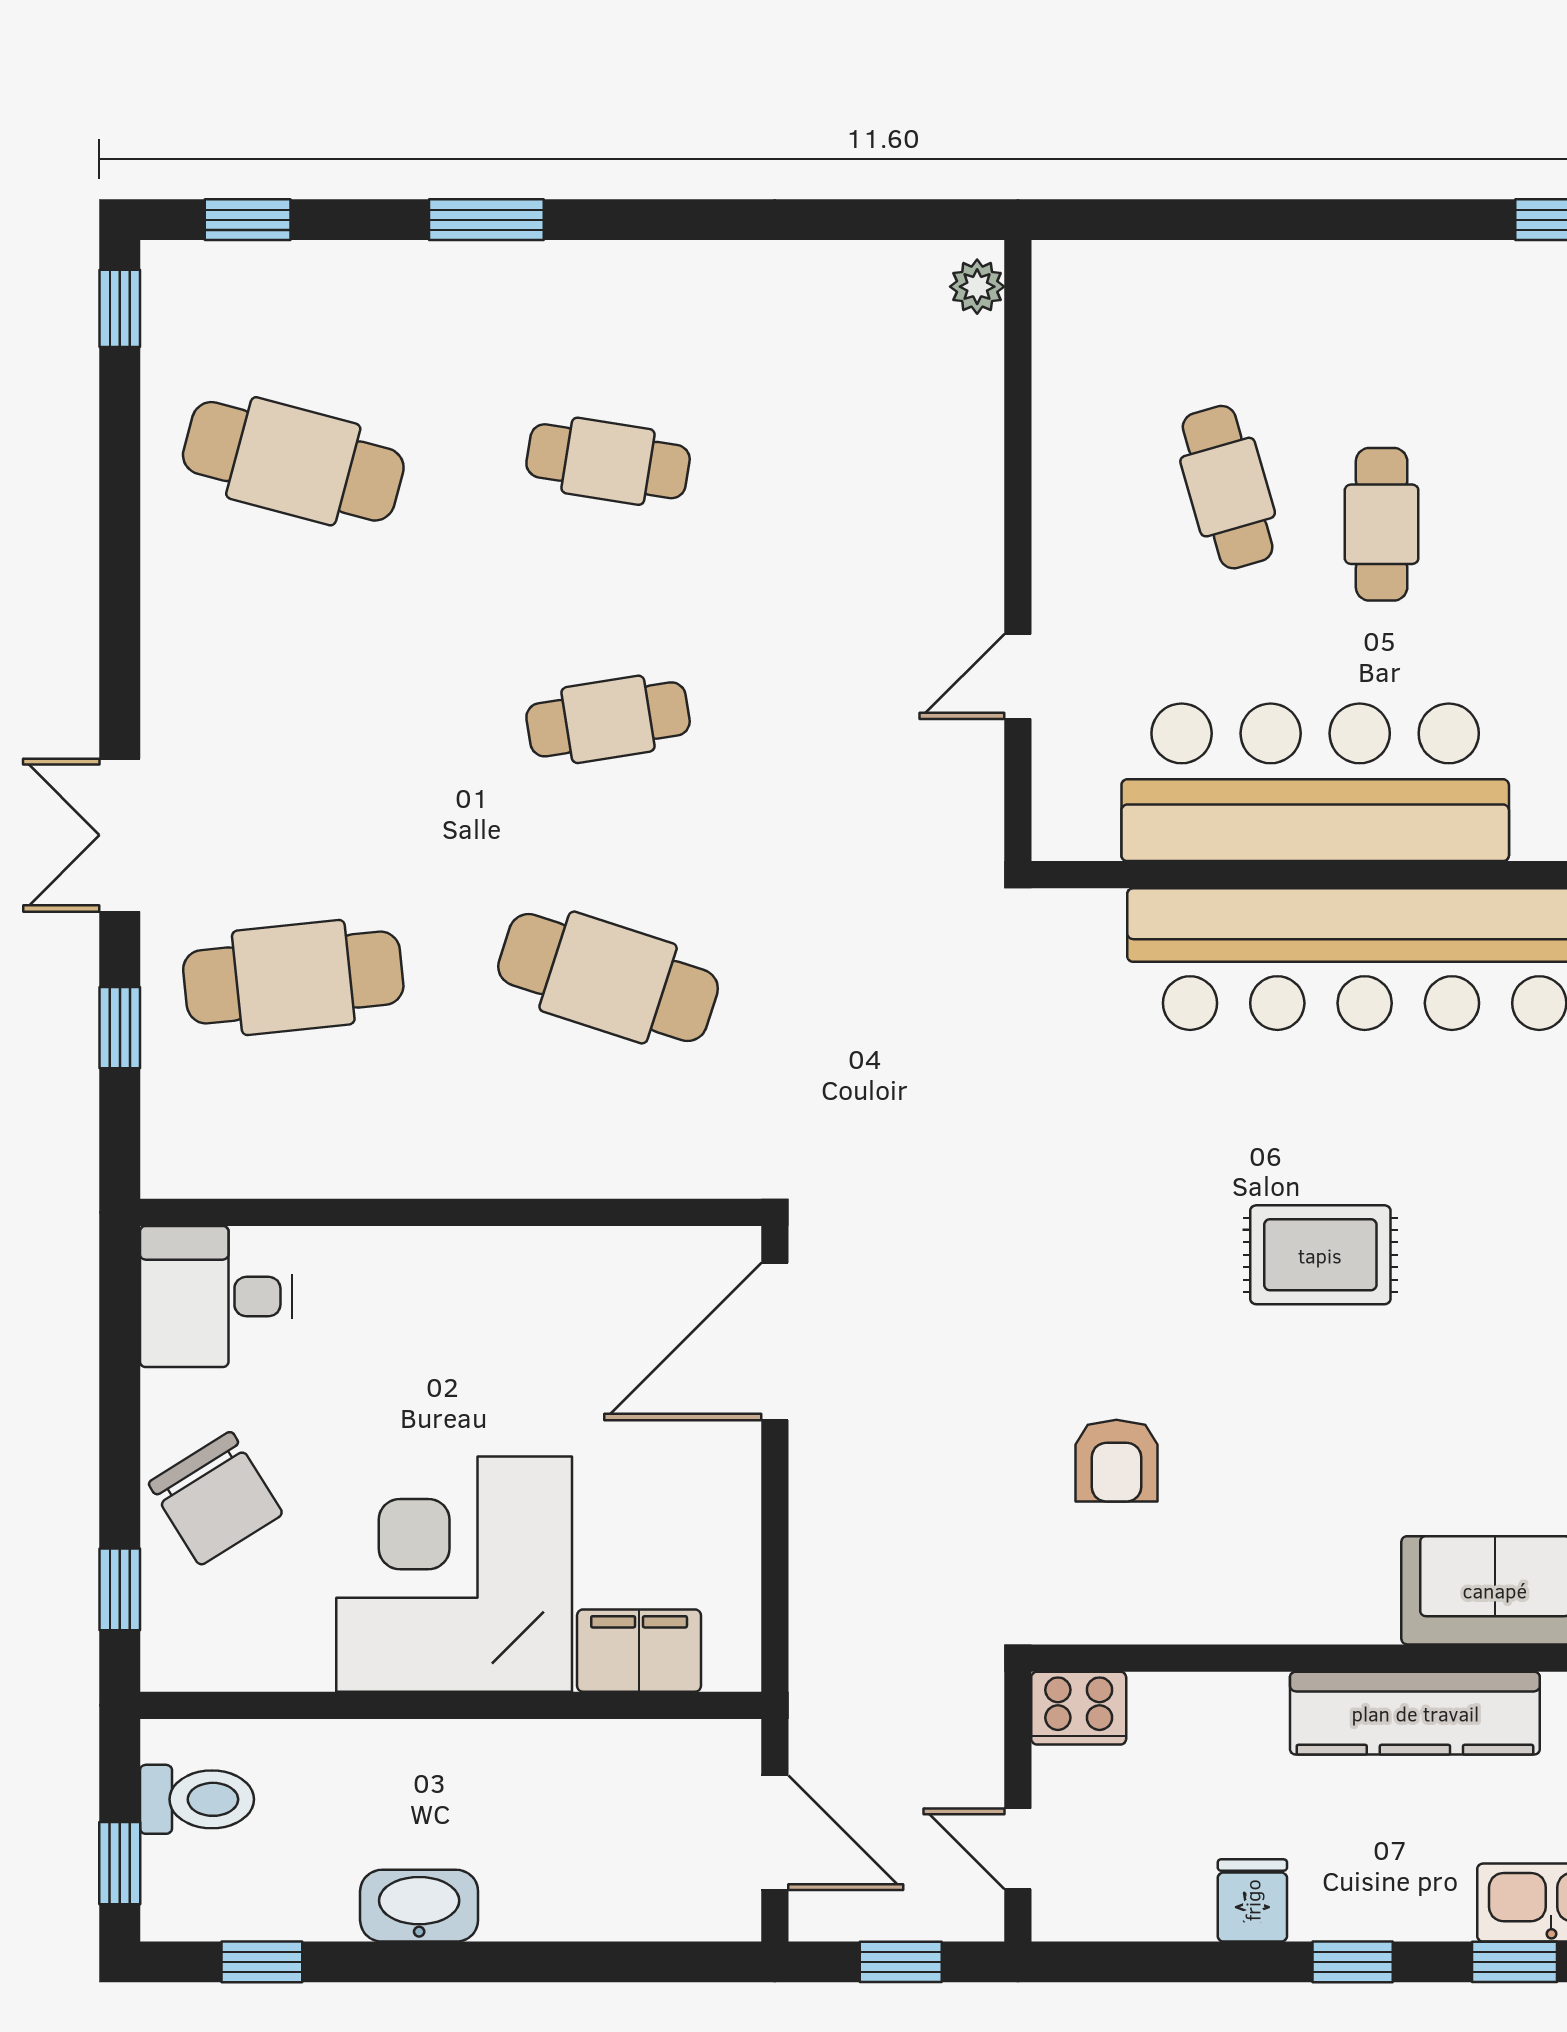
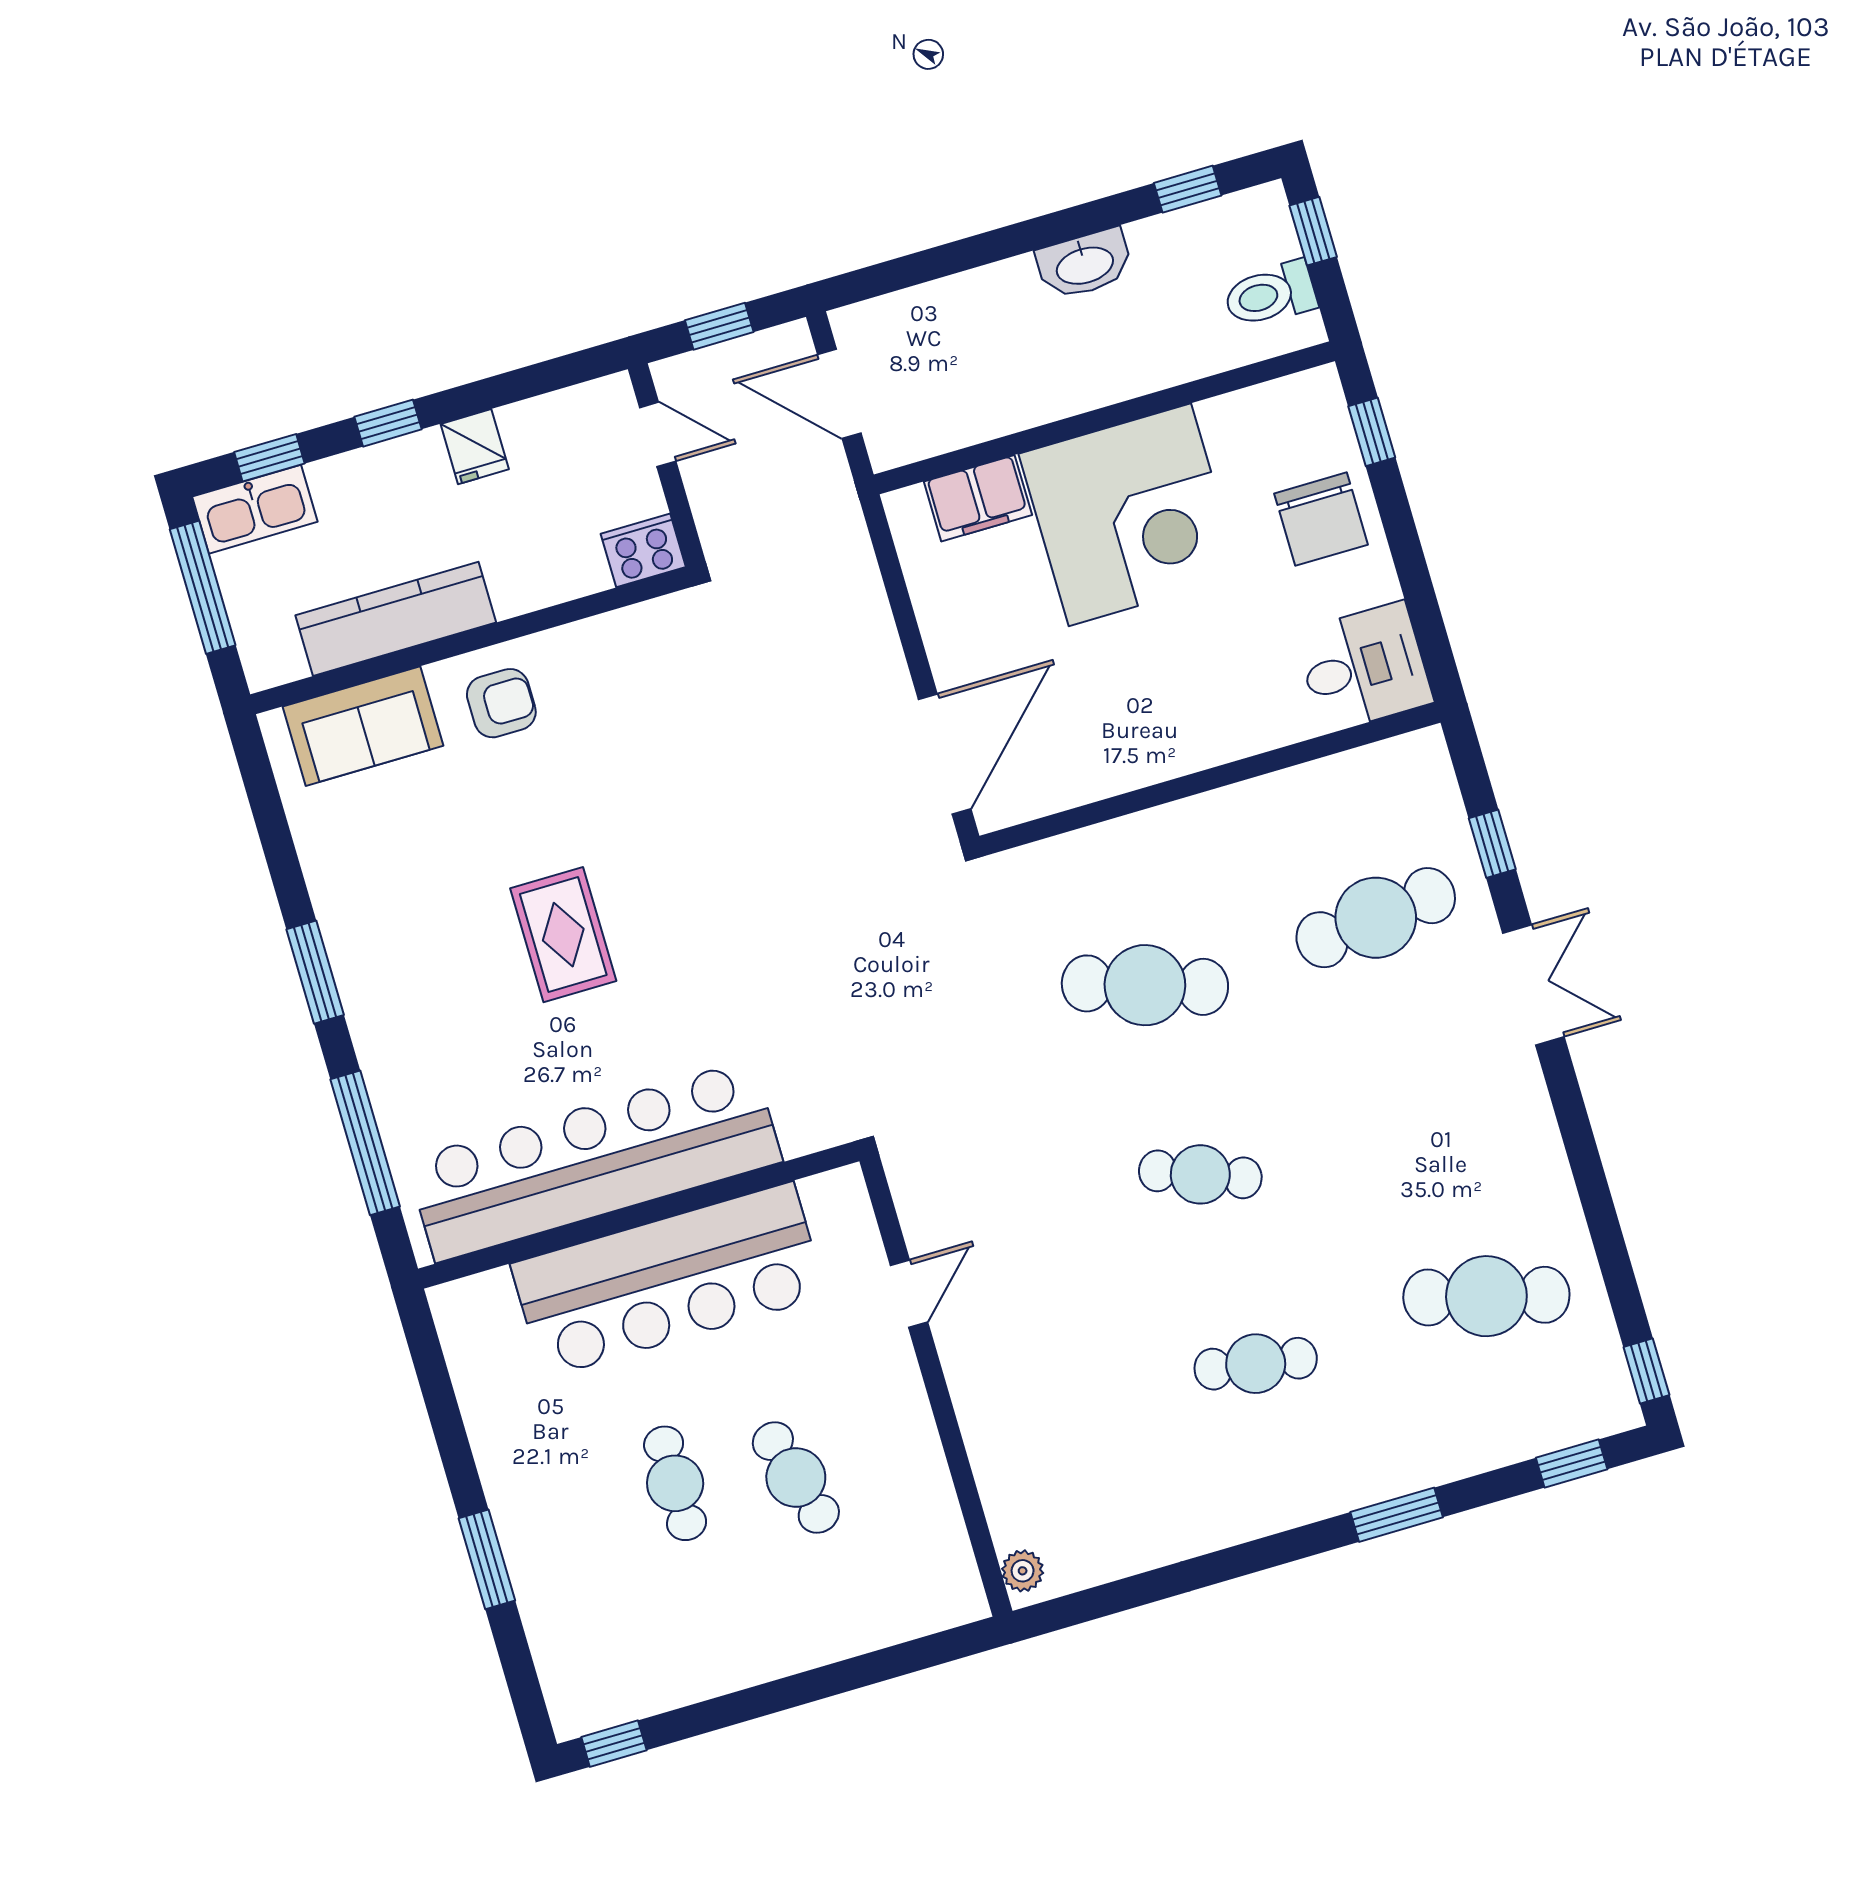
cafe table: (608, 719) -> (1200, 1174), turned 30
rug: (1320, 1255) -> (563, 935), turned 90
armchair: (1116, 1461) -> (501, 703), moved, turned 90
chair: (216, 1498) -> (1321, 519), turned -148

